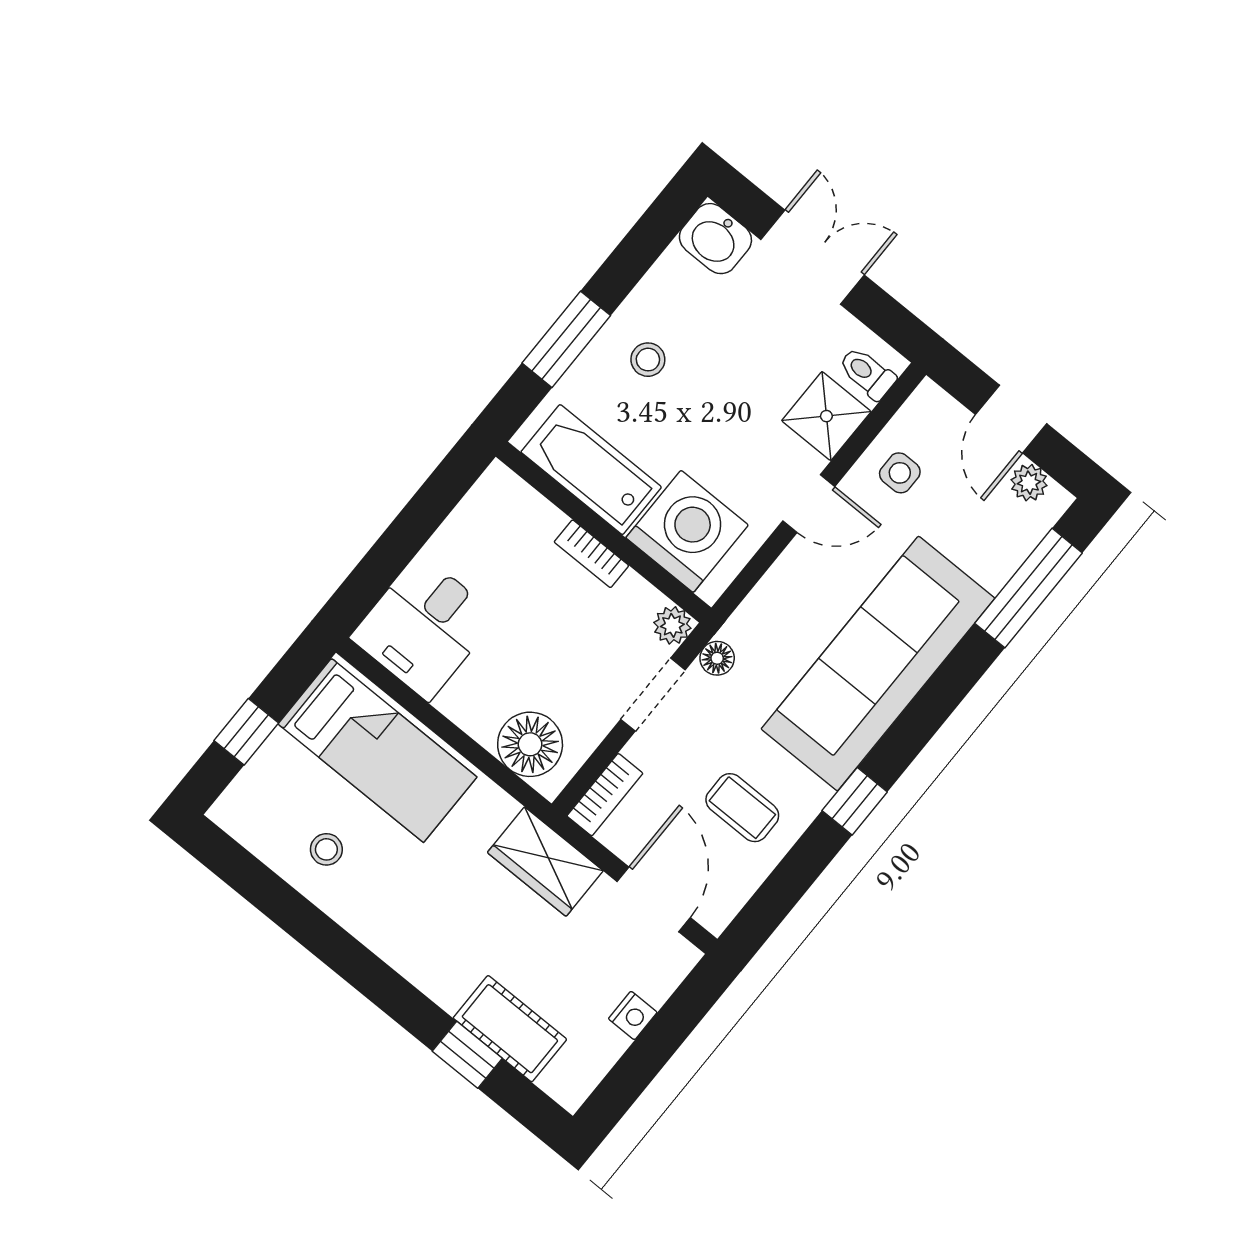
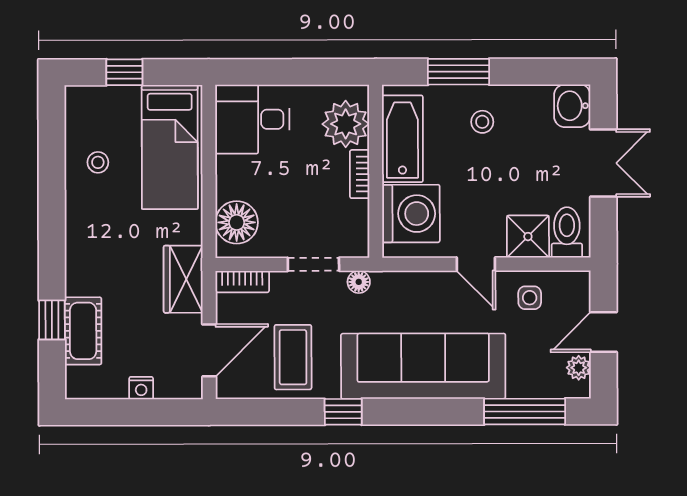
toilet: (867, 373) -> (567, 232), width x1.37, depth x1.39
plant: (672, 625) -> (346, 124), moved, width x1.88, depth x1.88
coffee table: (742, 808) -> (293, 357), width x1.36, depth x1.30

